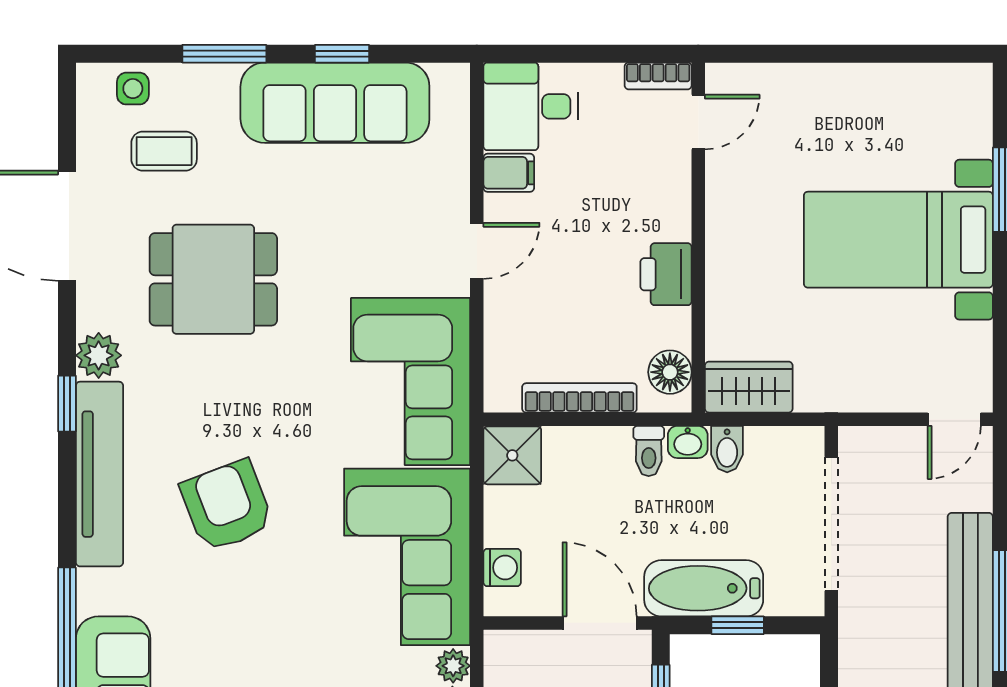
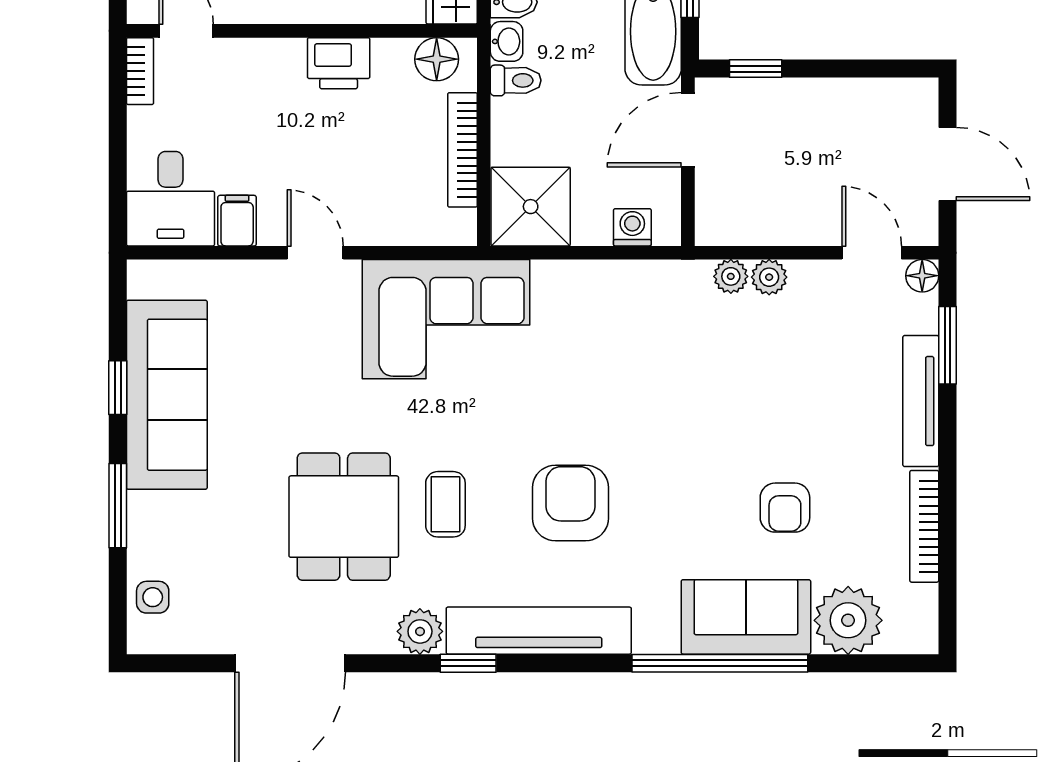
coffee table: (164, 151) -> (445, 504), moved
shower: (512, 455) -> (531, 207), width x1.36, depth x1.36
armchair: (227, 506) -> (571, 503), turned 111
corner sofa: (407, 557) -> (622, 322), removed

